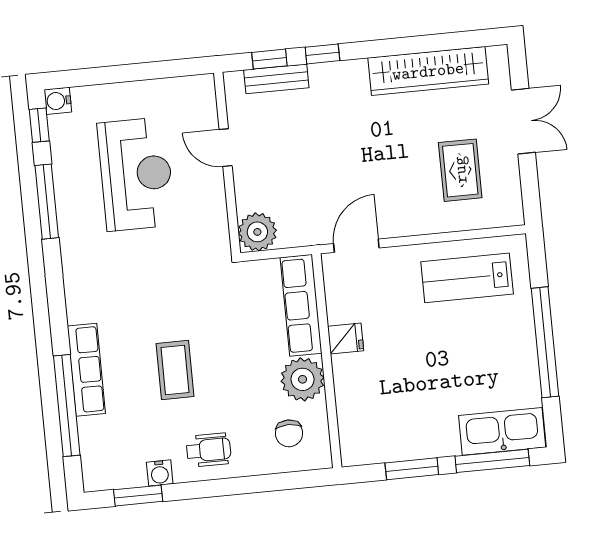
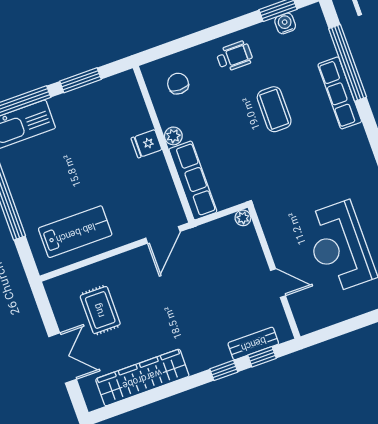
double door: (523, 121) -> (63, 358), swing flipped
plant: (257, 232) -> (243, 218), width x0.53, depth x0.53
fridge: (346, 338) -> (146, 144), moved
plant: (303, 379) -> (173, 136), width x0.53, depth x0.53
wheelchair: (209, 450) -> (234, 56), turned 180
water cooler: (160, 473) -> (285, 23), moved

